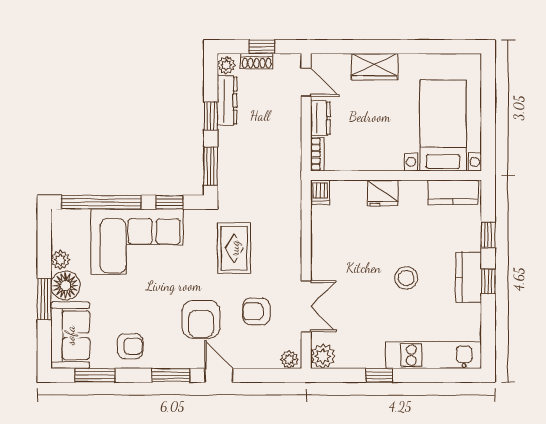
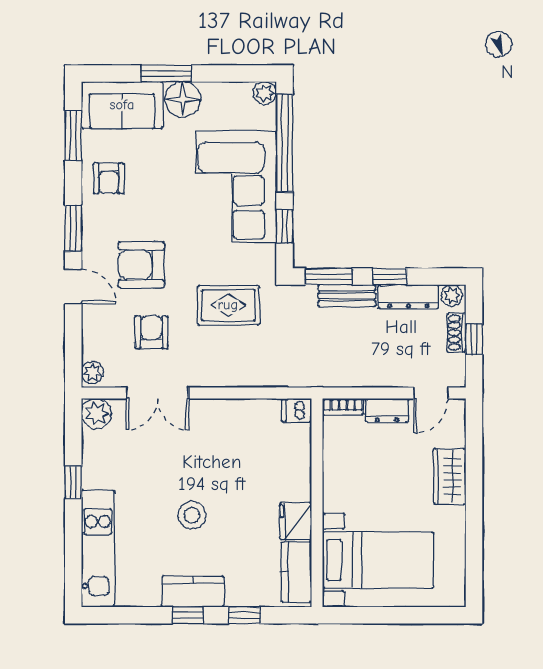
bench: (226, 151) -> (347, 296), added
fridge: (383, 193) -> (296, 521), moved
plant: (60, 260) -> (265, 93), moved
door: (219, 375) -> (73, 286), hinge flipped

